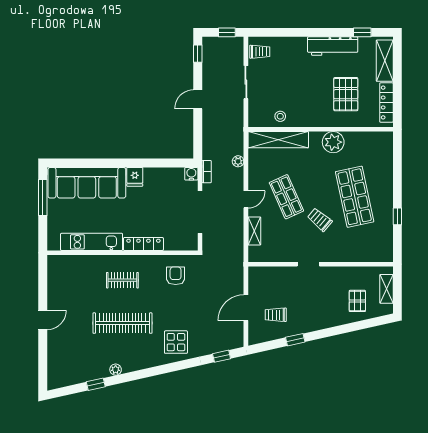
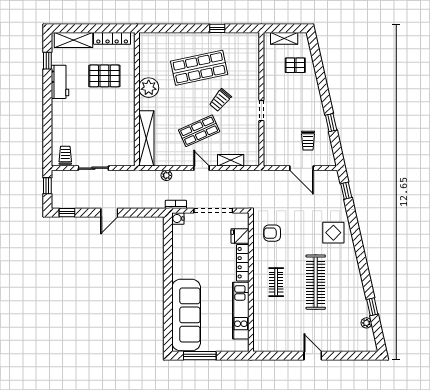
workbench: (333, 46) -> (60, 82), width x0.73
door: (198, 99) -> (109, 213), hinge flipped
stool: (280, 116) -> (125, 136), removed
fridge: (135, 177) -> (240, 236), moved, turned 180
plant: (116, 370) -> (366, 323), moved

